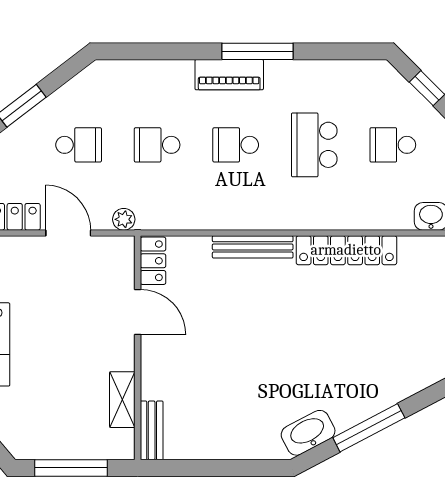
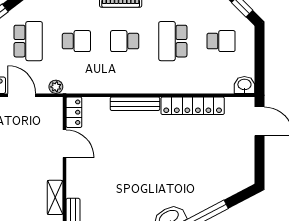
school desk: (79, 145) -> (28, 41), width x1.85
school desk: (157, 145) -> (76, 41), turned 180
school desk: (393, 145) -> (221, 41), turned 180

